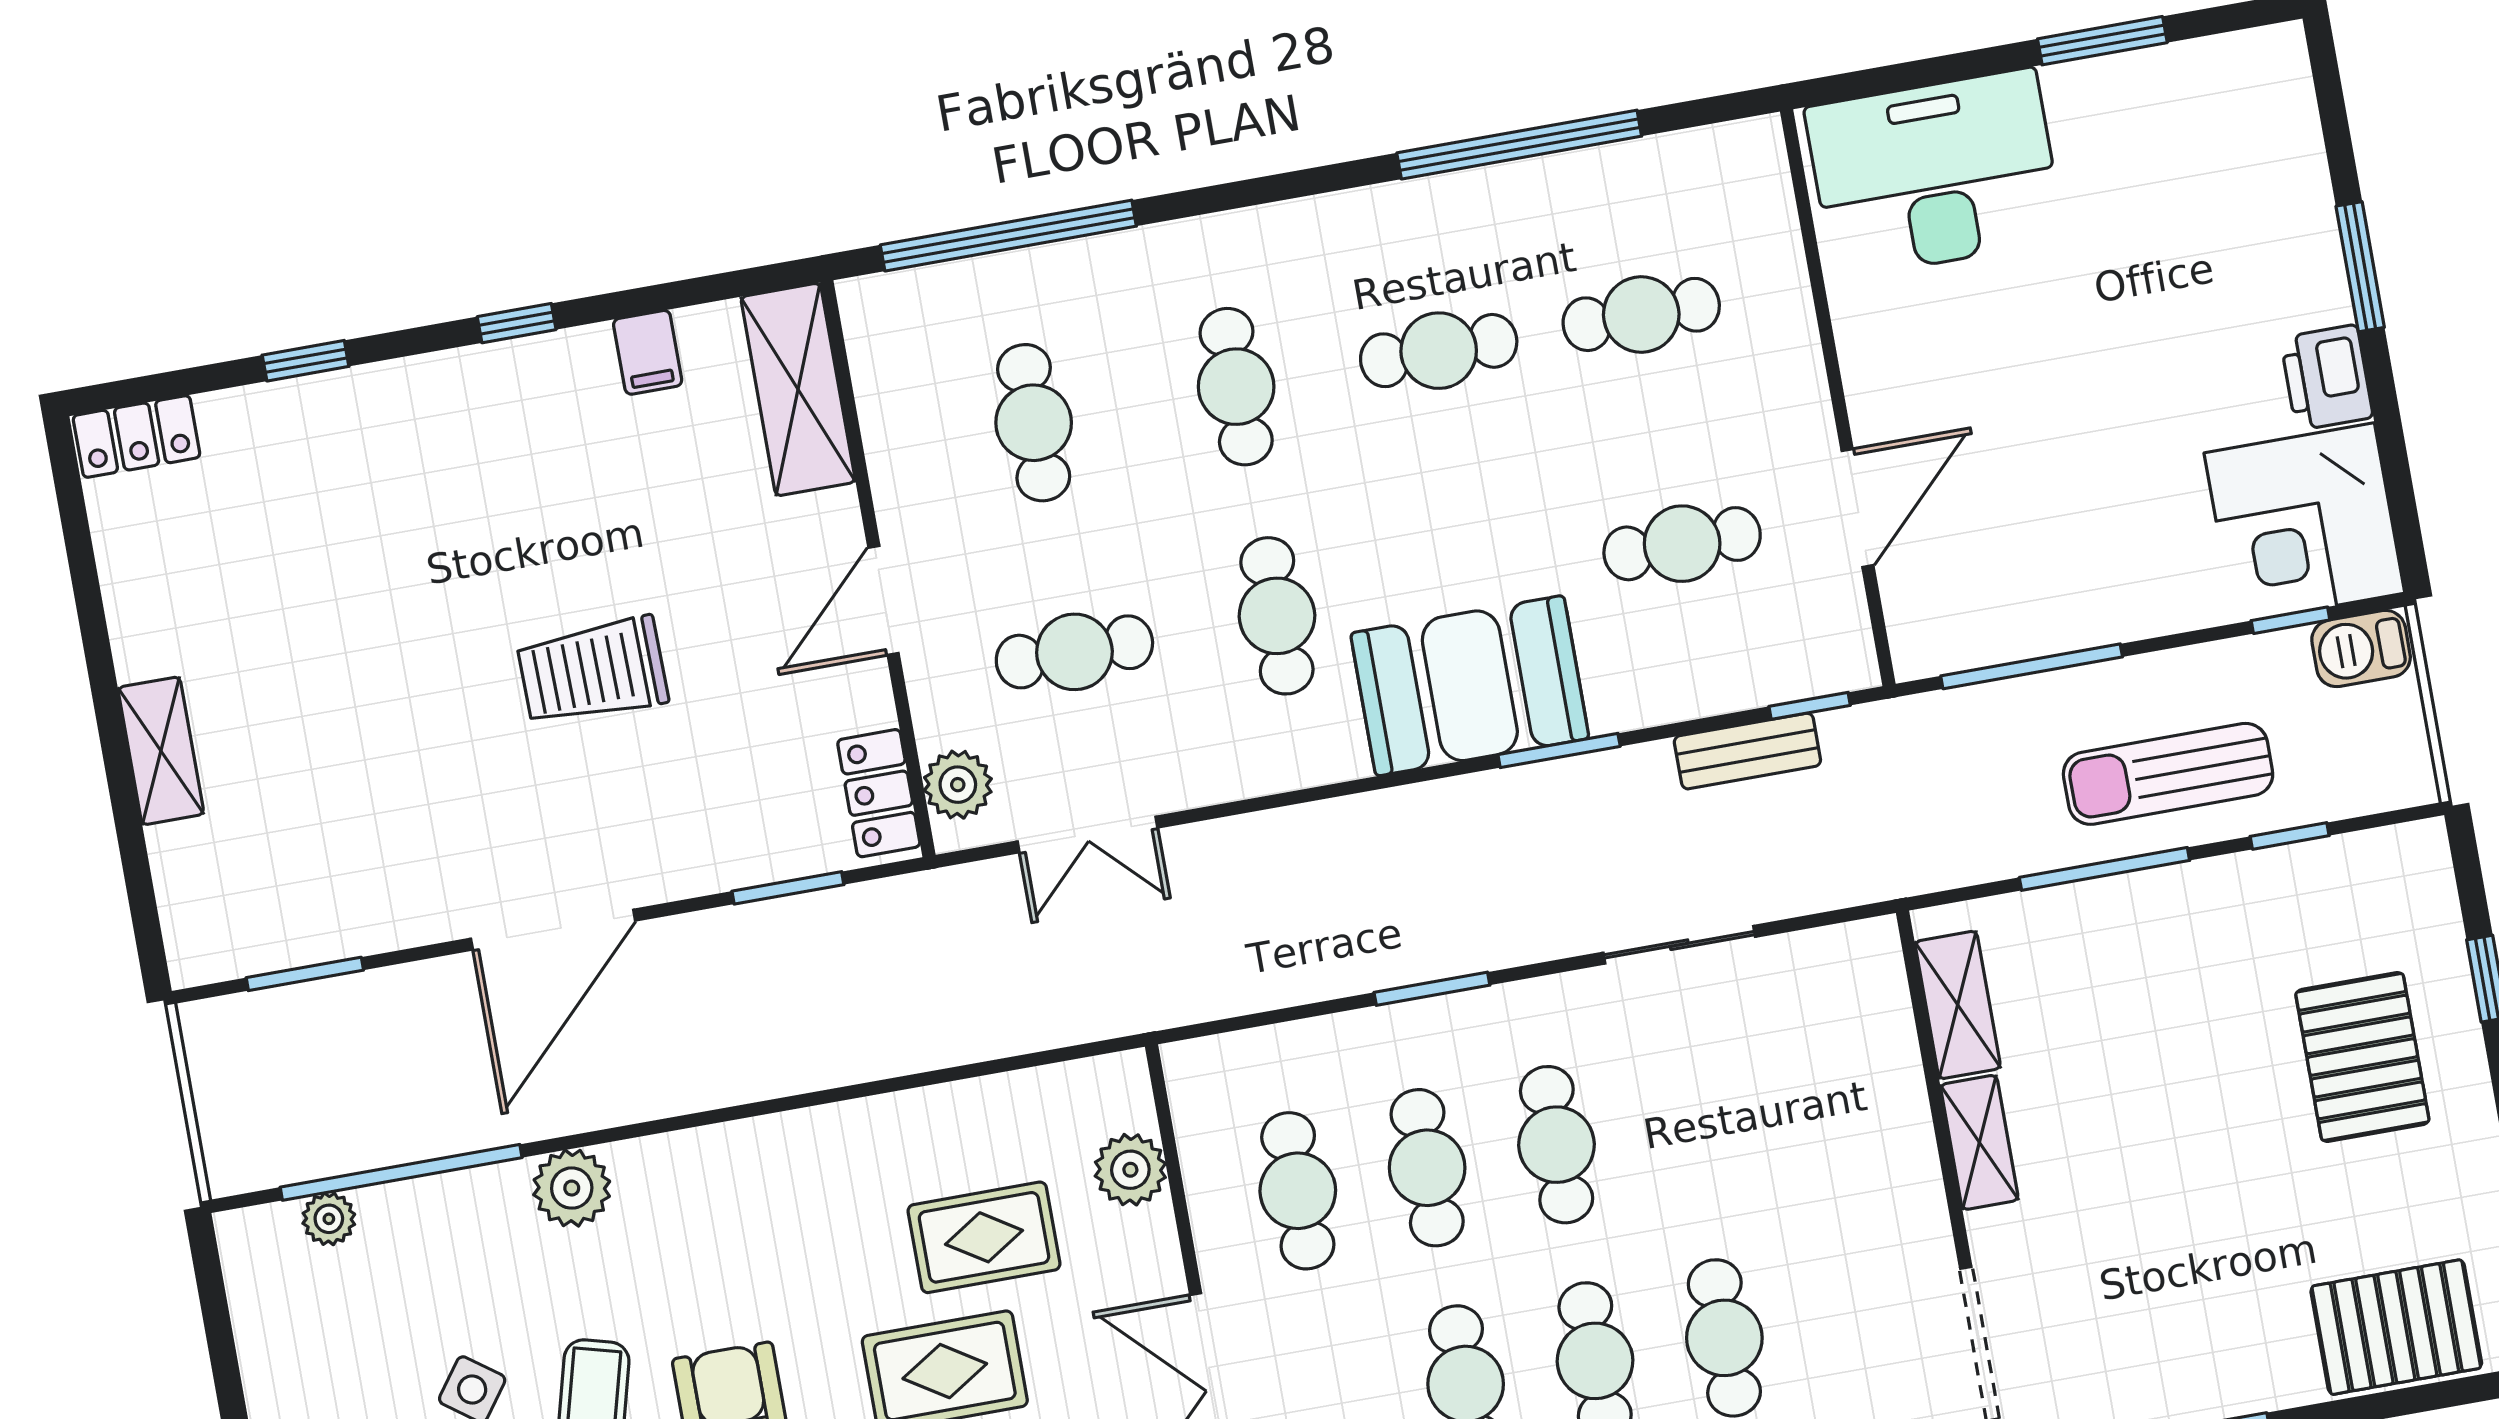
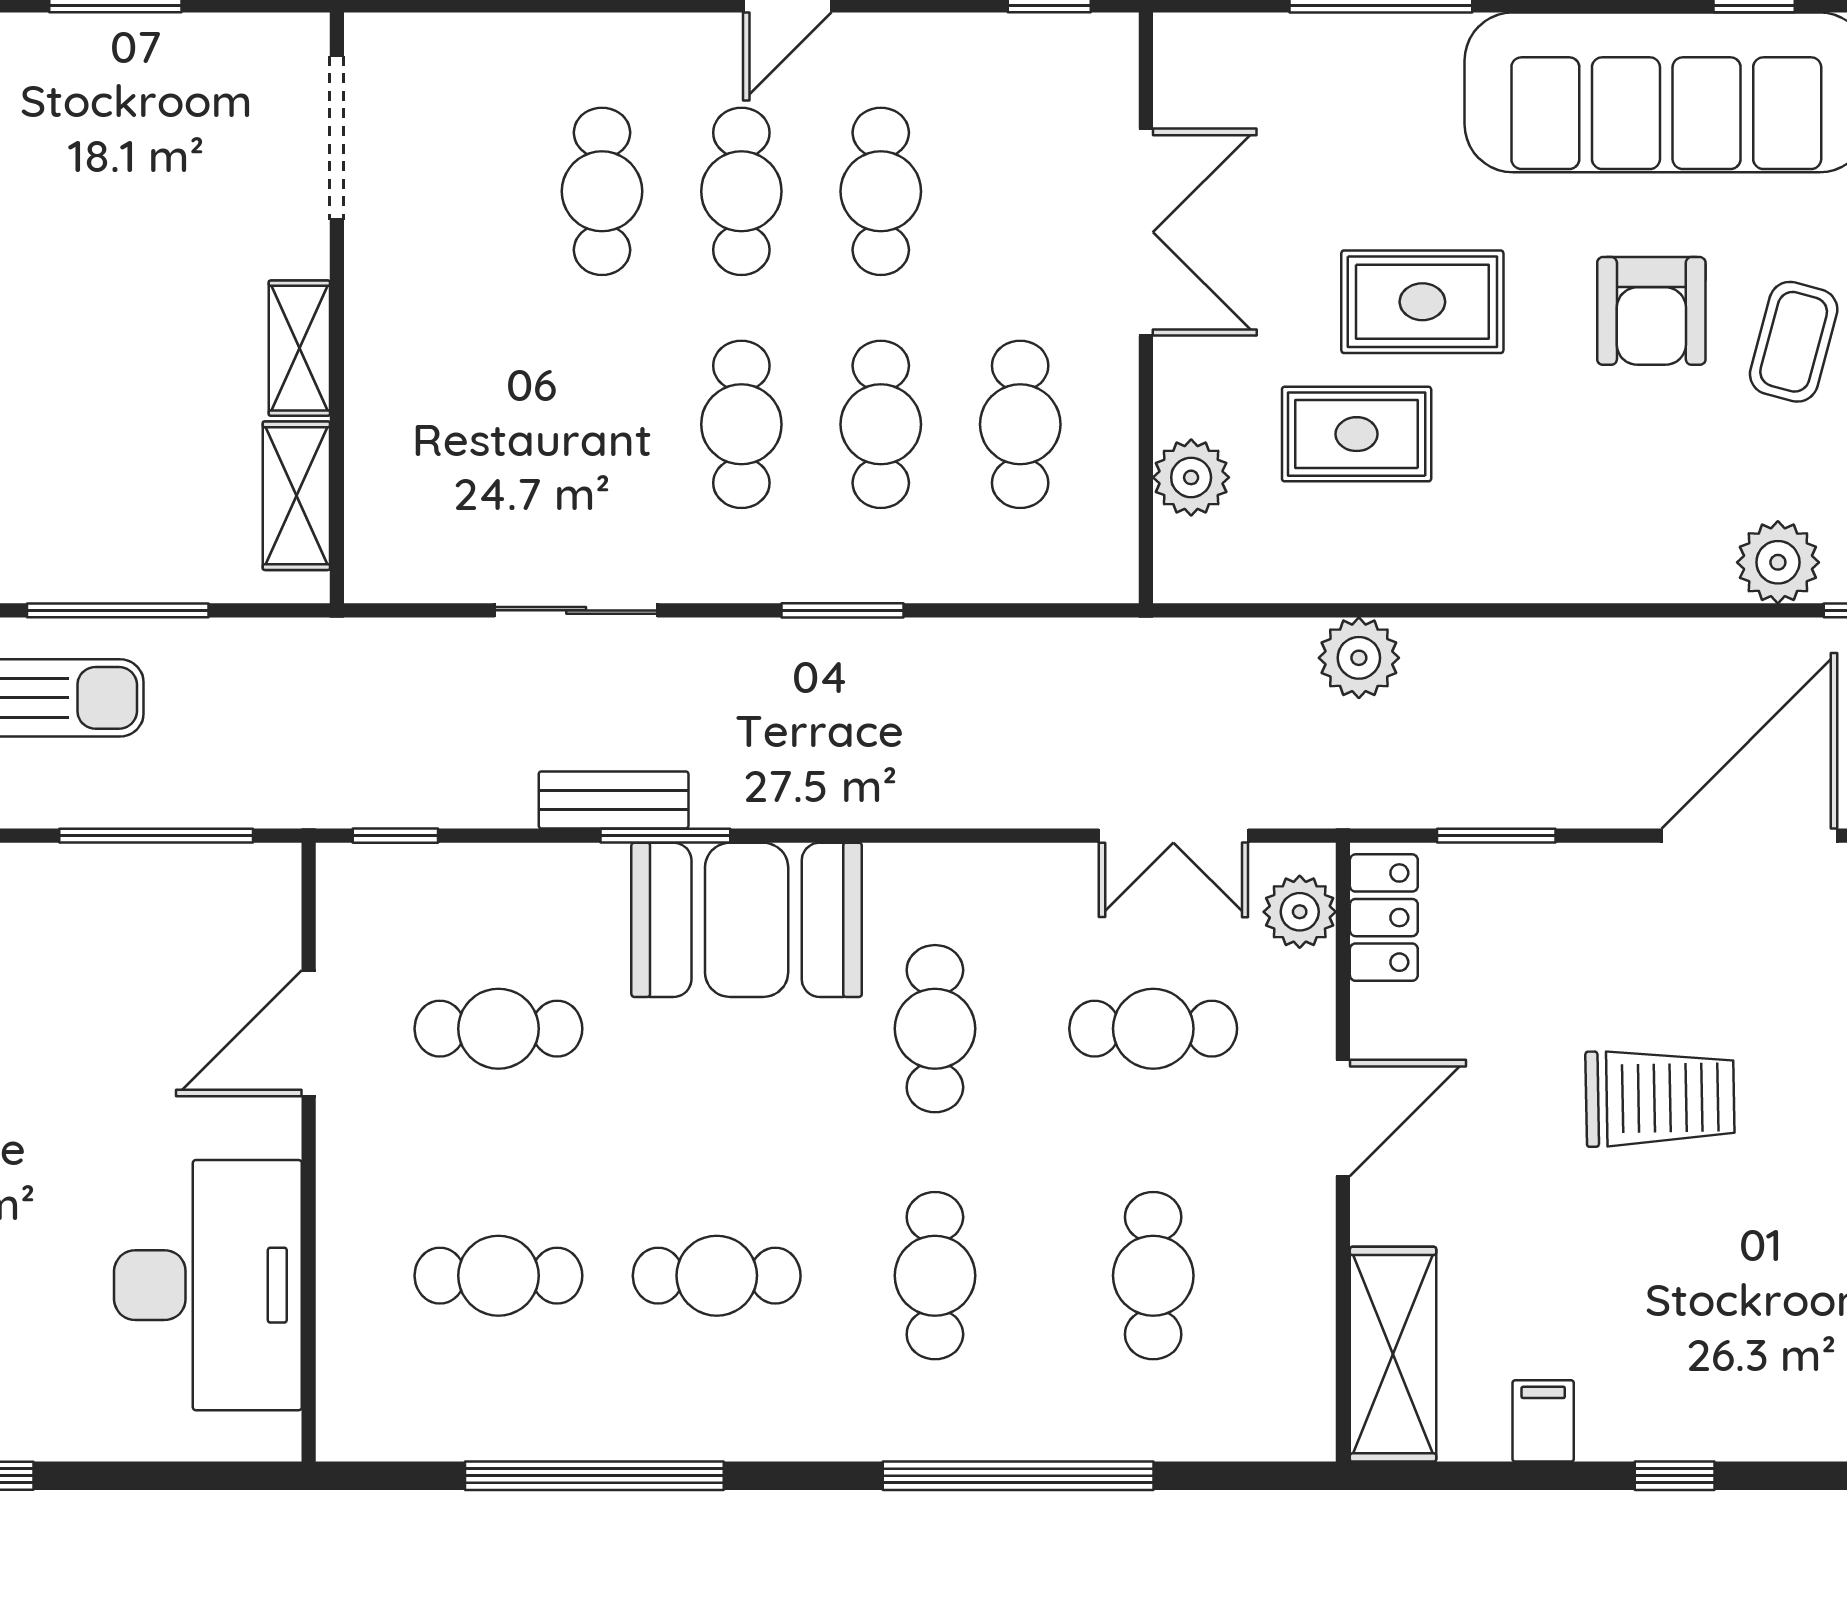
desk: (1935, 174) -> (208, 1285), moved, turned -90
window: (1008, 236) -> (1018, 1476), moved
bench: (1747, 751) -> (614, 800), moved
double door: (1088, 835) -> (1173, 836), swing flipped
plant: (945, 1030) -> (1359, 658), added

